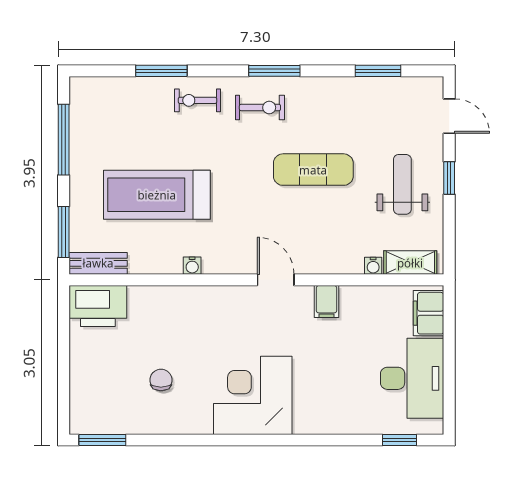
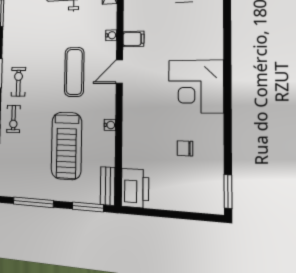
exercise mat: (313, 170) -> (74, 72), moved
water cooler: (373, 266) -> (111, 35), moved

